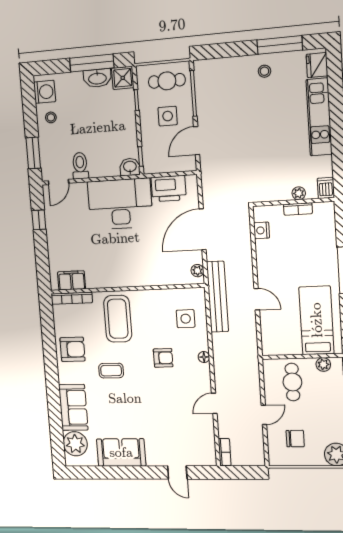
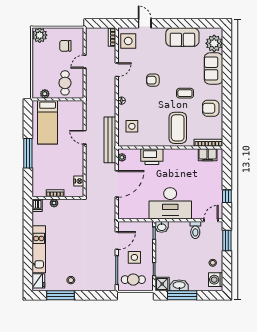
printer: (169, 189) -> (152, 157), moved, turned 180
armchair: (163, 358) -> (153, 80), moved
side table: (200, 446) -> (128, 41), added

